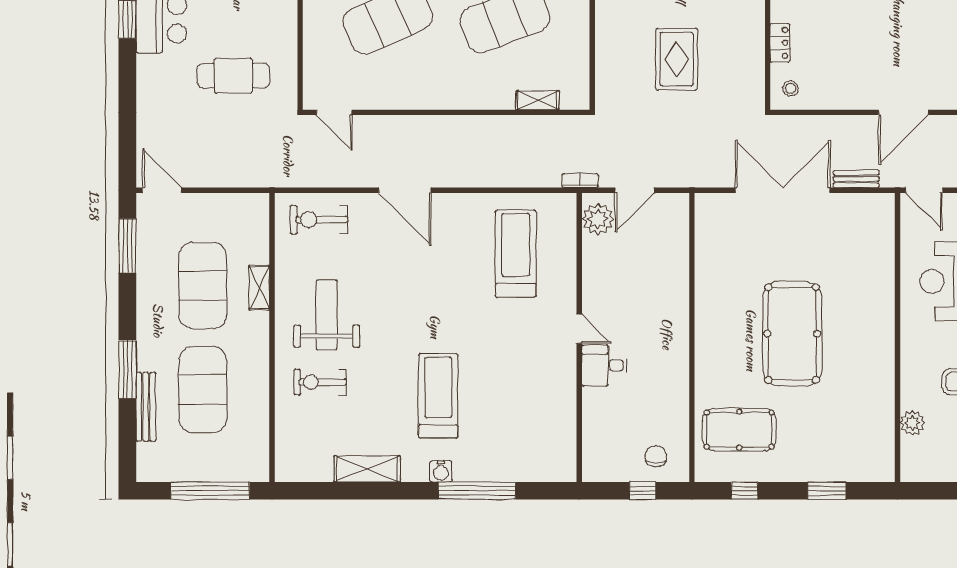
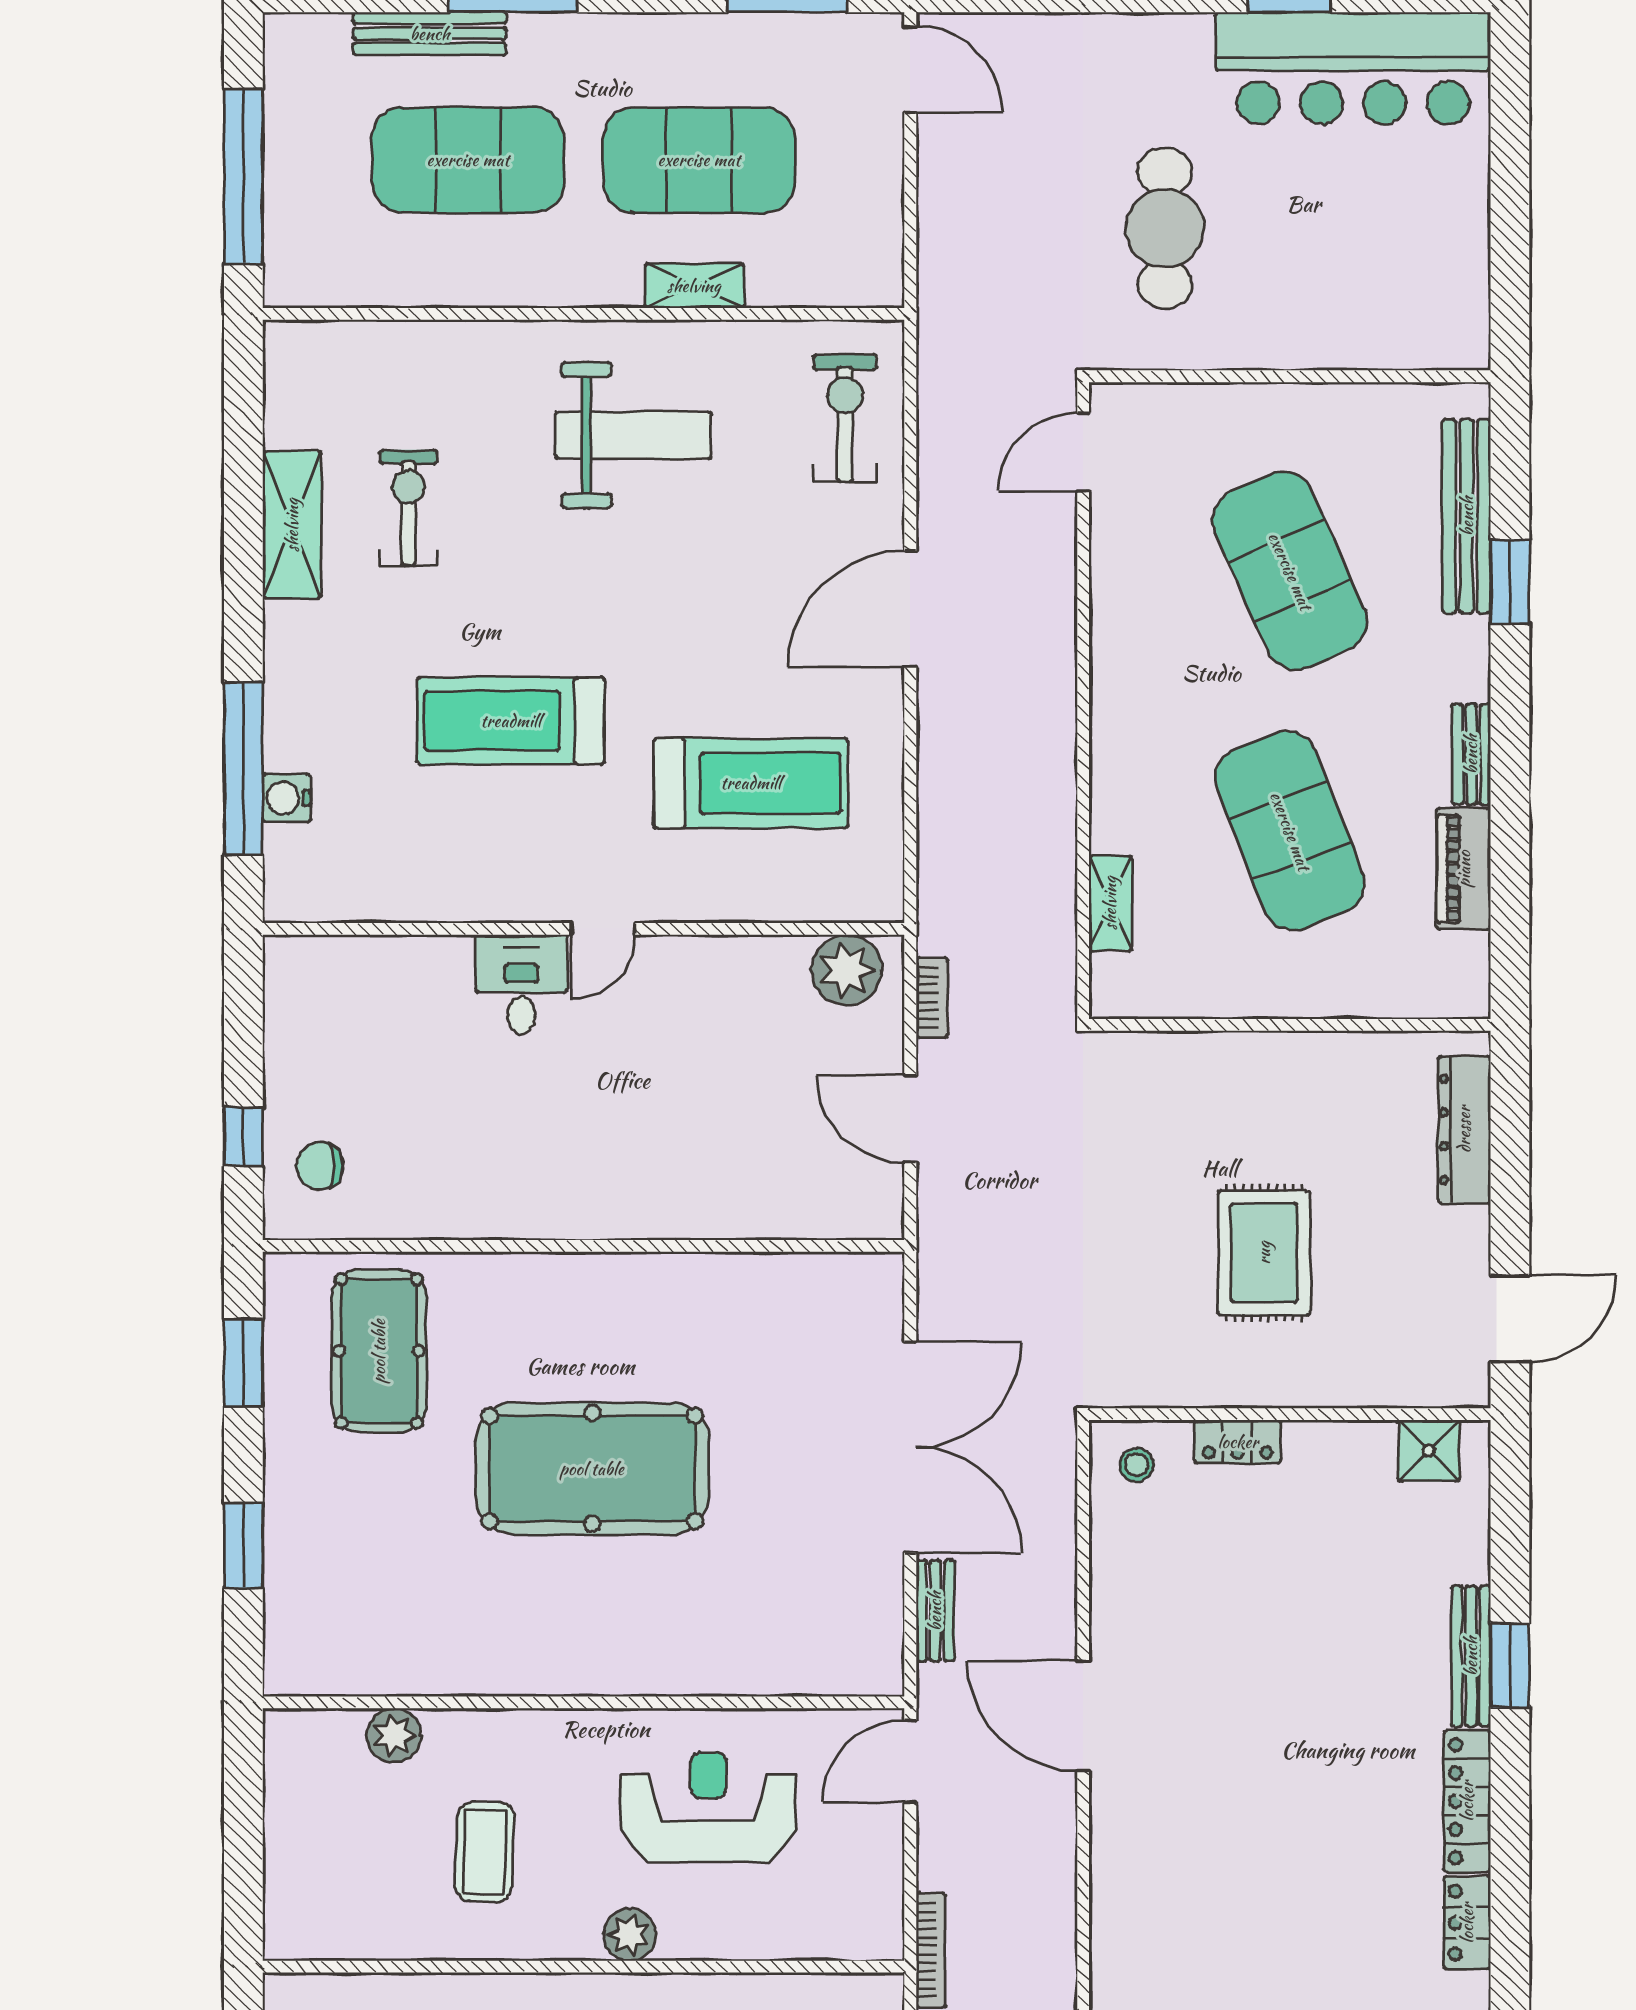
rug: (677, 59) -> (1264, 1253), moved, turned 90
door: (162, 190) -> (910, 70), hinge flipped
plant: (598, 219) -> (847, 970), moved
treadmill: (516, 254) -> (751, 783), moved
door: (579, 329) -> (603, 929), moved
wall: (579, 337) -> (584, 929), moved
desk: (604, 366) -> (521, 984), moved
exercise bike: (320, 382) -> (408, 508), moved
treadmill: (438, 396) -> (511, 721), moved, turned 180
chair: (656, 456) -> (320, 1166), turned 180
water cooler: (441, 471) -> (287, 798), moved
window: (745, 491) -> (243, 1363), width x1.50

